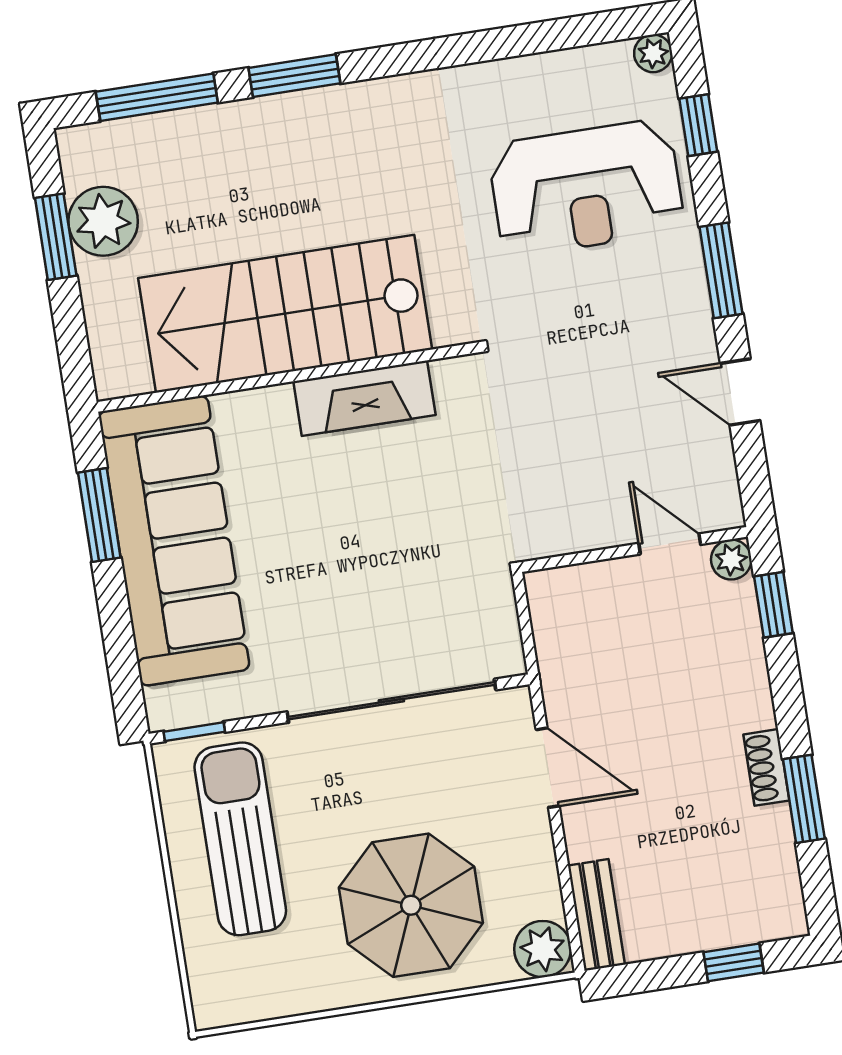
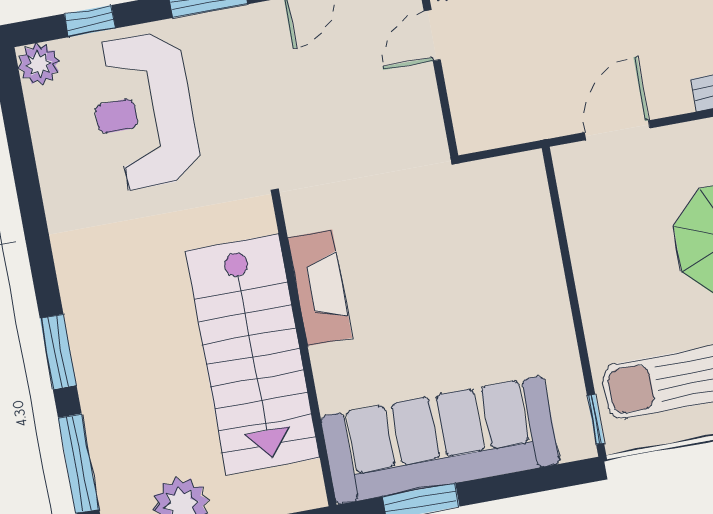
plant: (653, 53) -> (39, 64), width x1.38, depth x1.38
reception desk: (586, 188) -> (143, 111), turned 180
sliding door: (391, 701) -> (566, 259), removed

